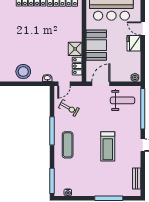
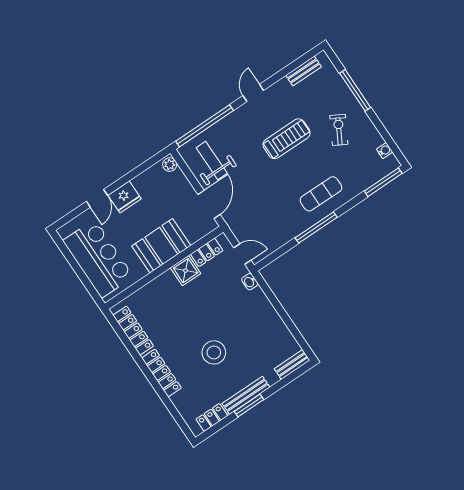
stool: (23, 72) -> (214, 352), moved
door: (101, 84) -> (209, 204), swing flipped
exercise bike: (69, 108) -> (339, 130), moved

